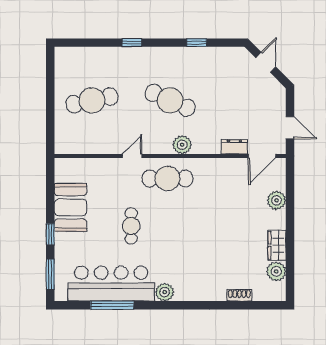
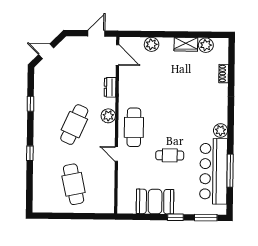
dresser: (234, 147) -> (110, 87), moved

